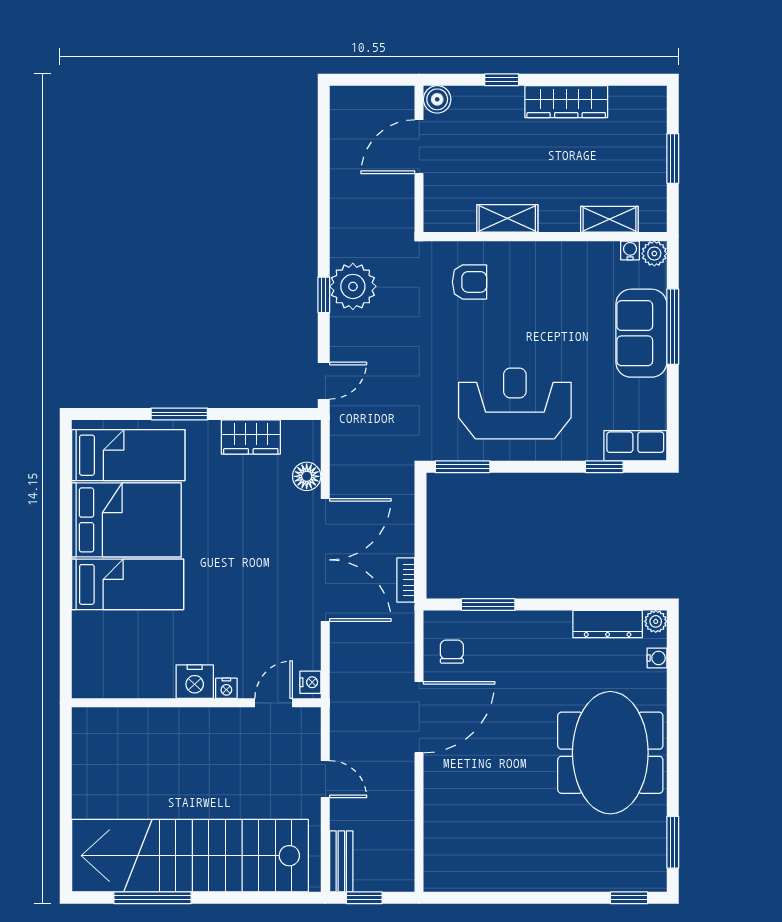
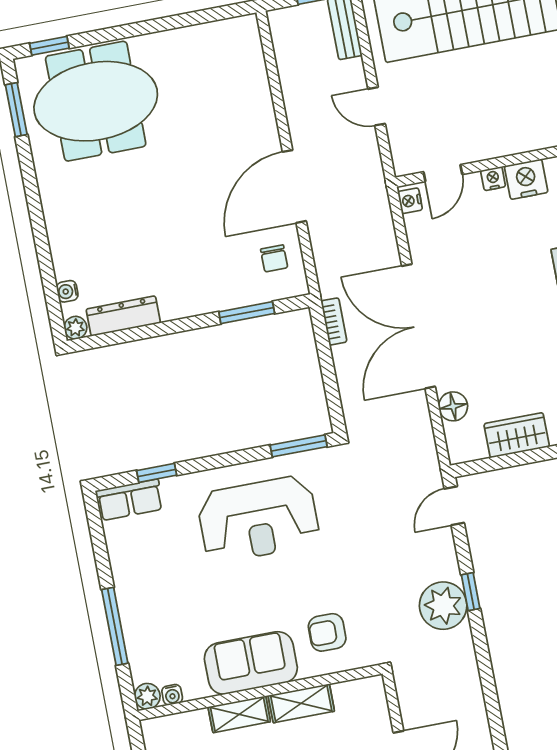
shelving: (609, 219) -> (239, 714), moved
sofa: (641, 333) -> (251, 663), moved, turned -90
meeting table: (610, 753) -> (96, 101), moved, turned 90

